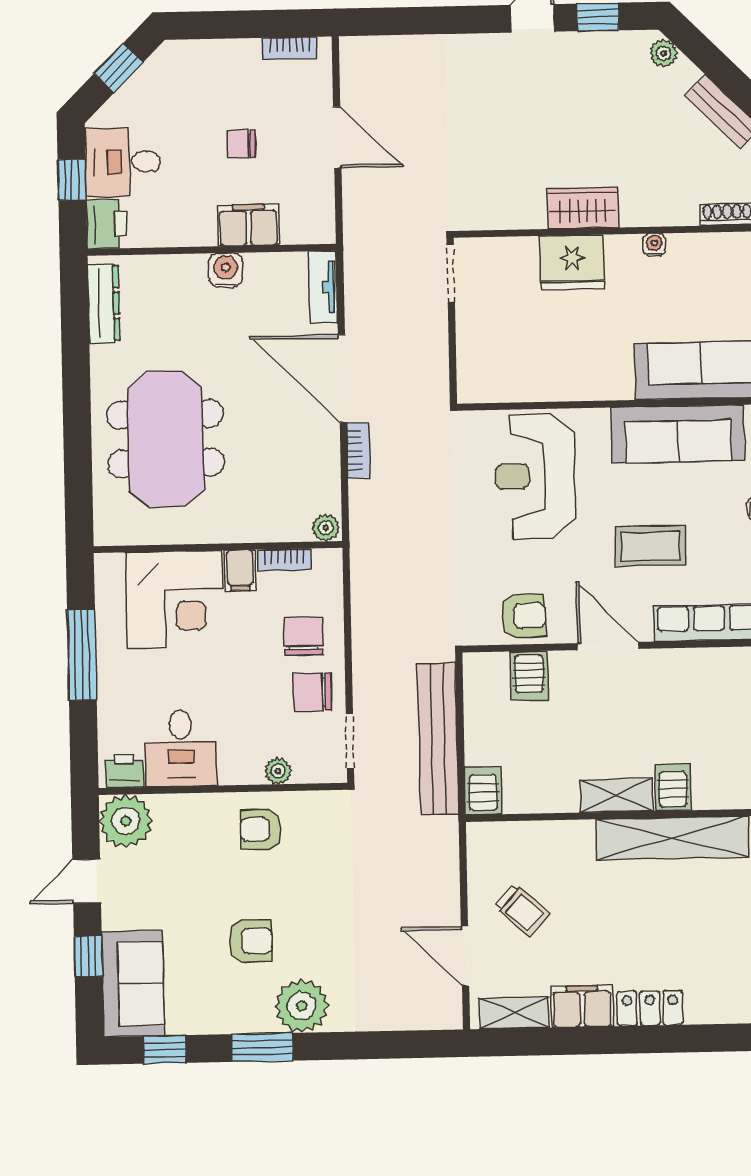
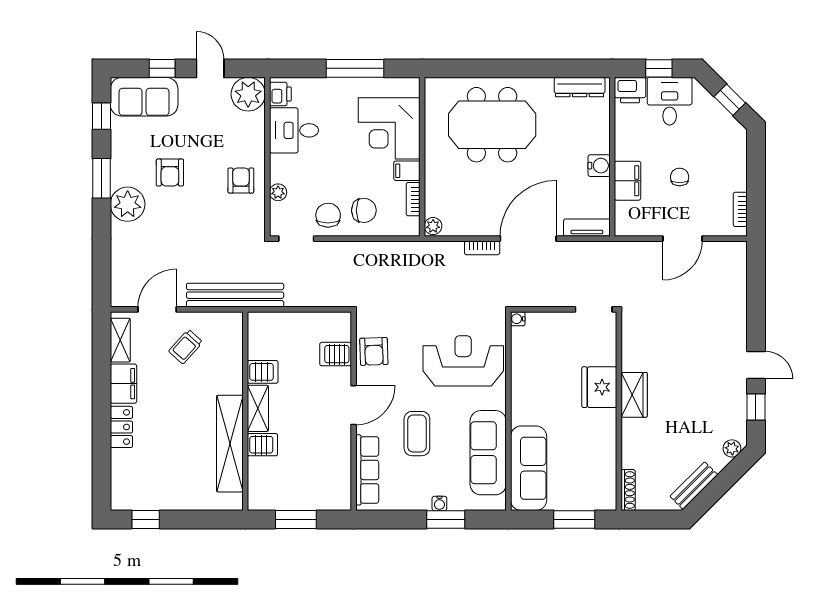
water cooler: (654, 245) -> (518, 319), moved, turned 180
bench: (438, 739) -> (235, 295), moved
server rack: (483, 791) -> (263, 372), moved

